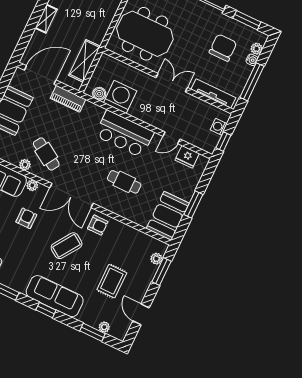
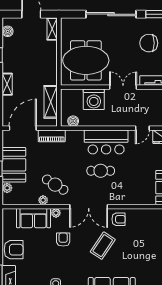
chair: (223, 48) -> (149, 43), turned -90
washing machine: (120, 97) -> (94, 99), moved, turned 180
cafe table: (124, 182) -> (101, 171), moved
rug: (112, 281) -> (149, 256), removed

